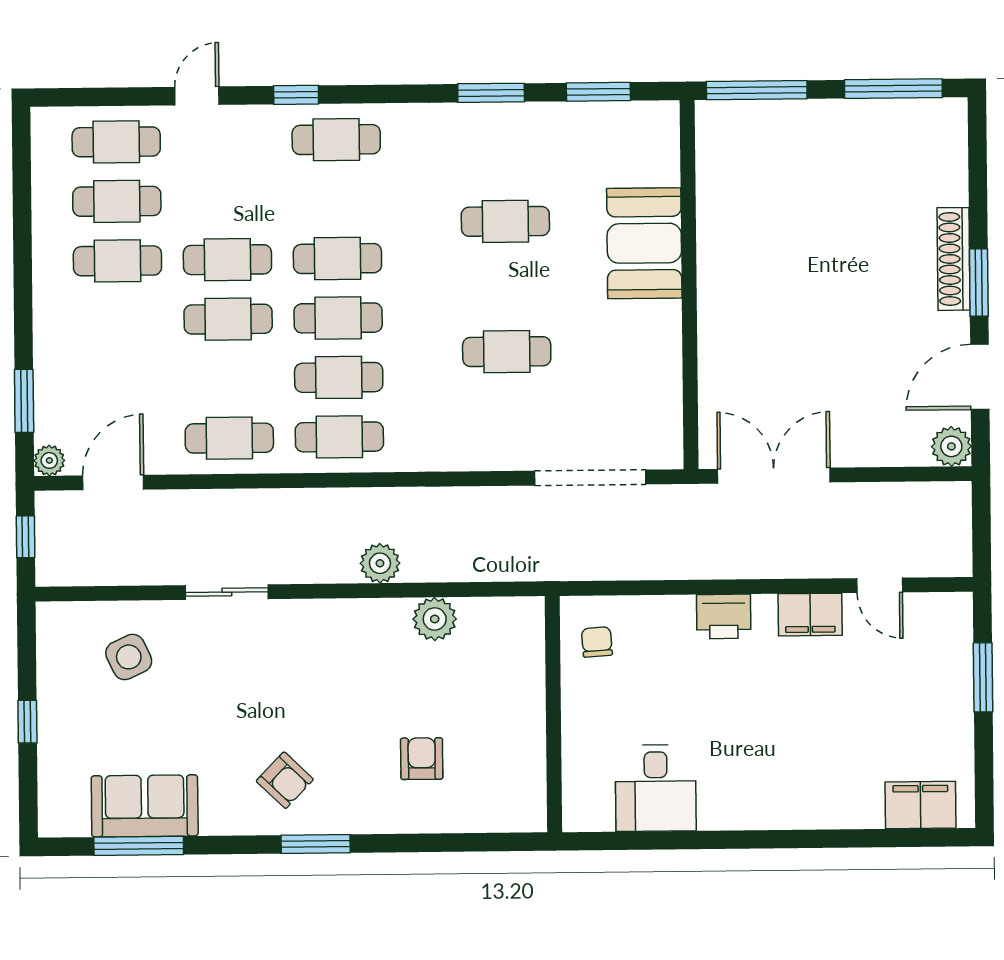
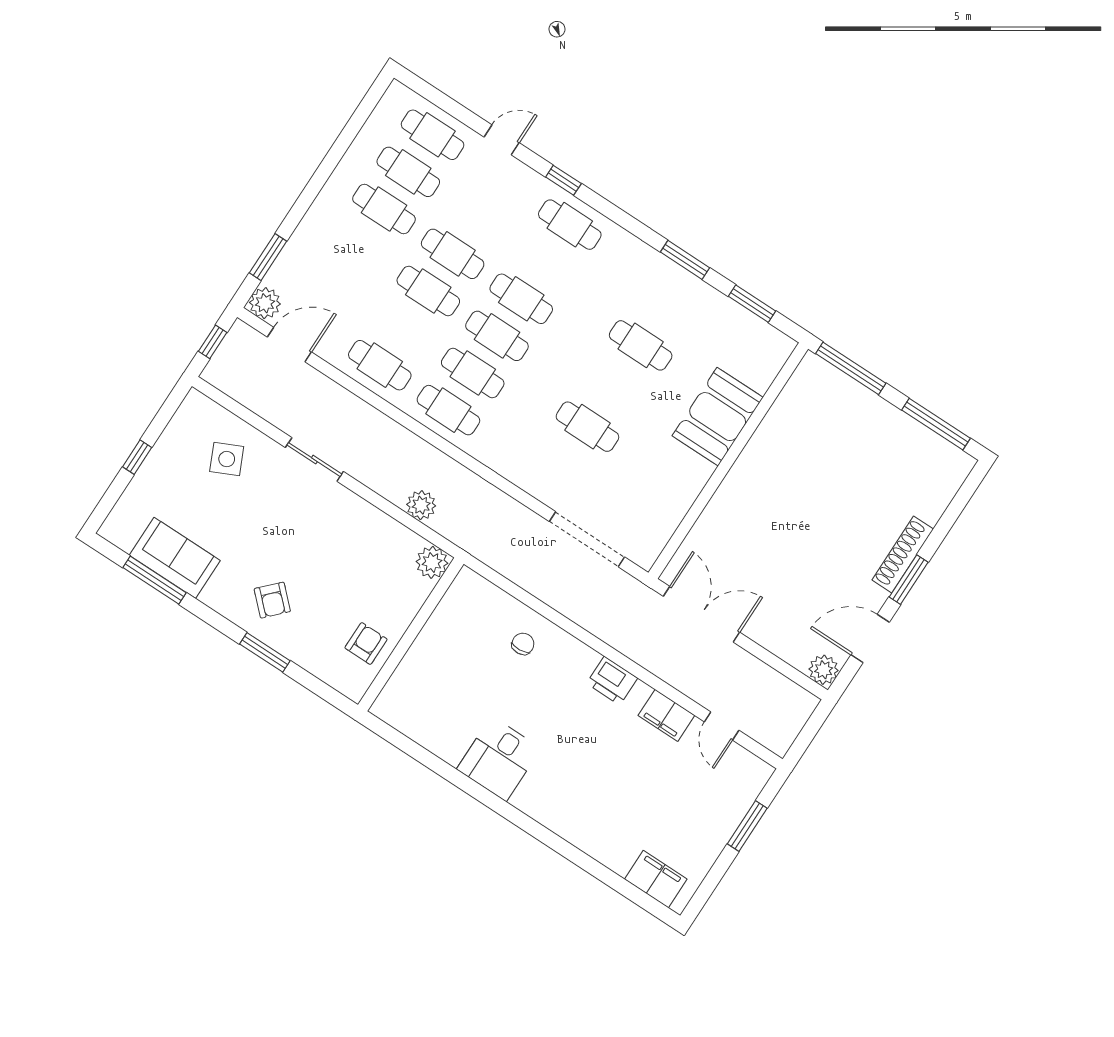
plant: (49, 460) -> (265, 303), width x1.38, depth x1.38
wall: (553, 714) -> (411, 634), moved

